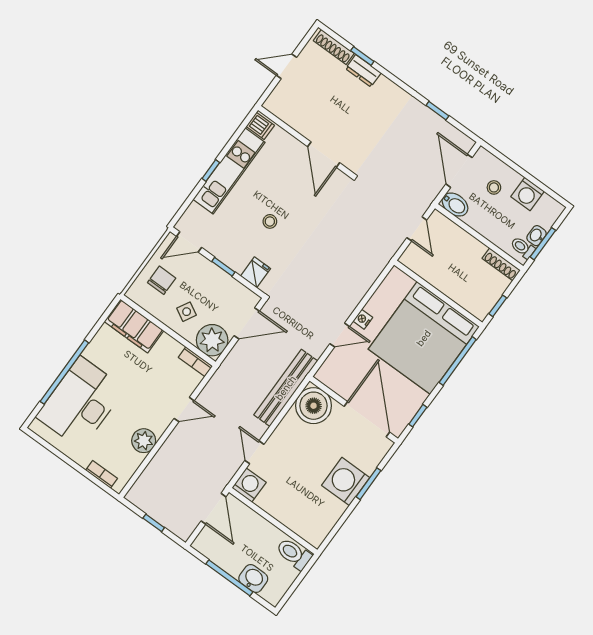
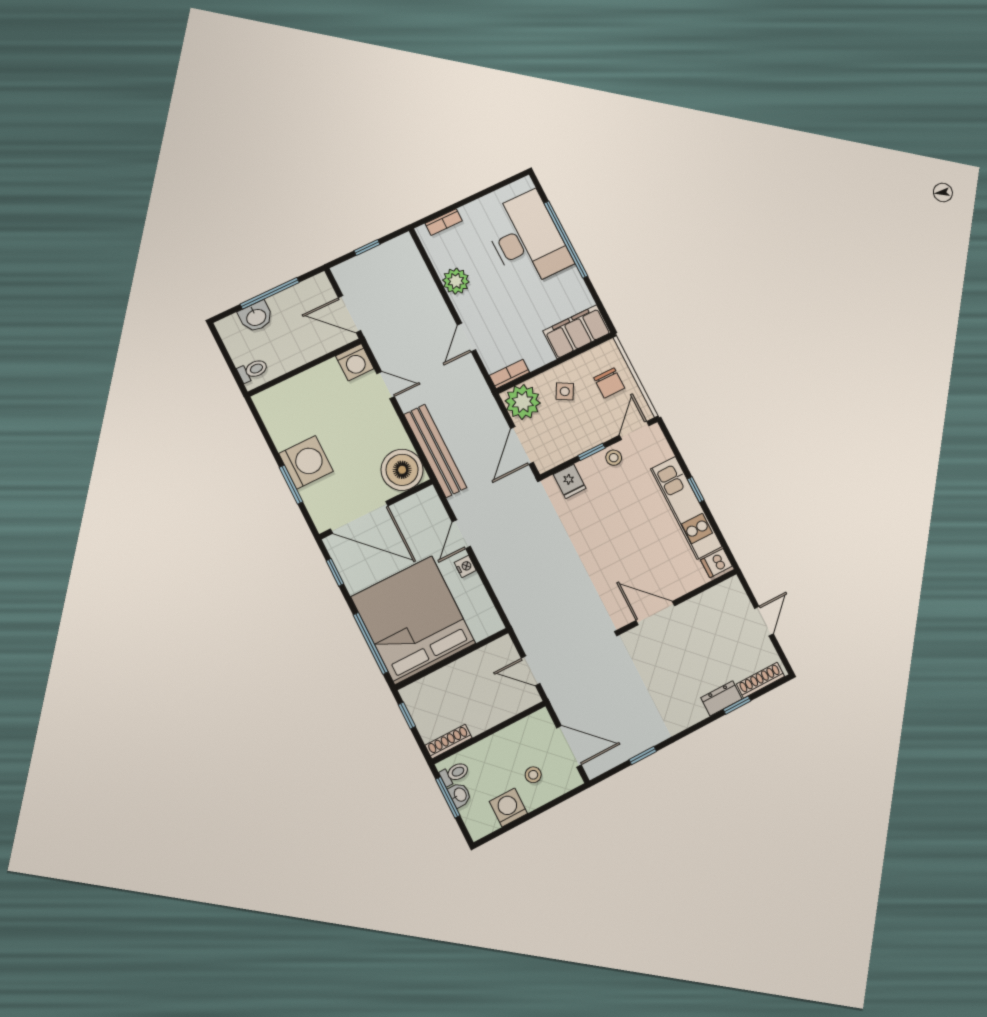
bidet: (455, 205) -> (536, 724), removed
stool: (270, 221) -> (614, 458), moved
toilet: (294, 554) -> (253, 370), width x0.73, depth x0.72

